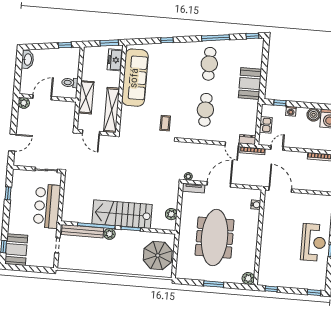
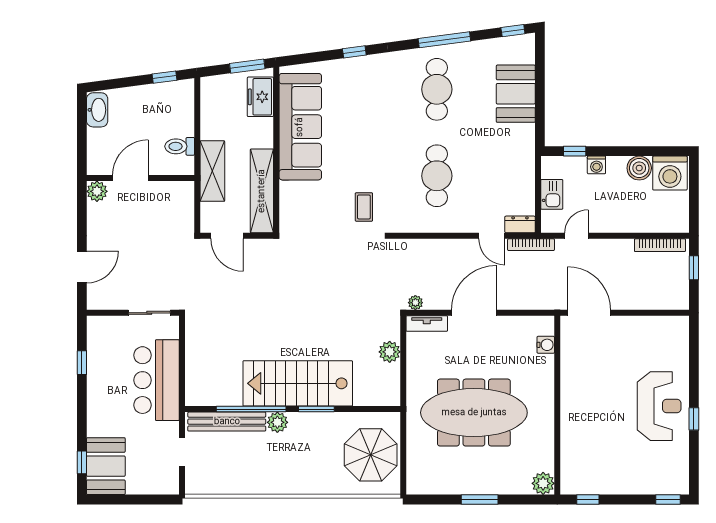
booth: (250, 83) -> (516, 94), moved
plant: (171, 214) -> (390, 352), moved
meeting table: (215, 238) -> (474, 413), turned 90

